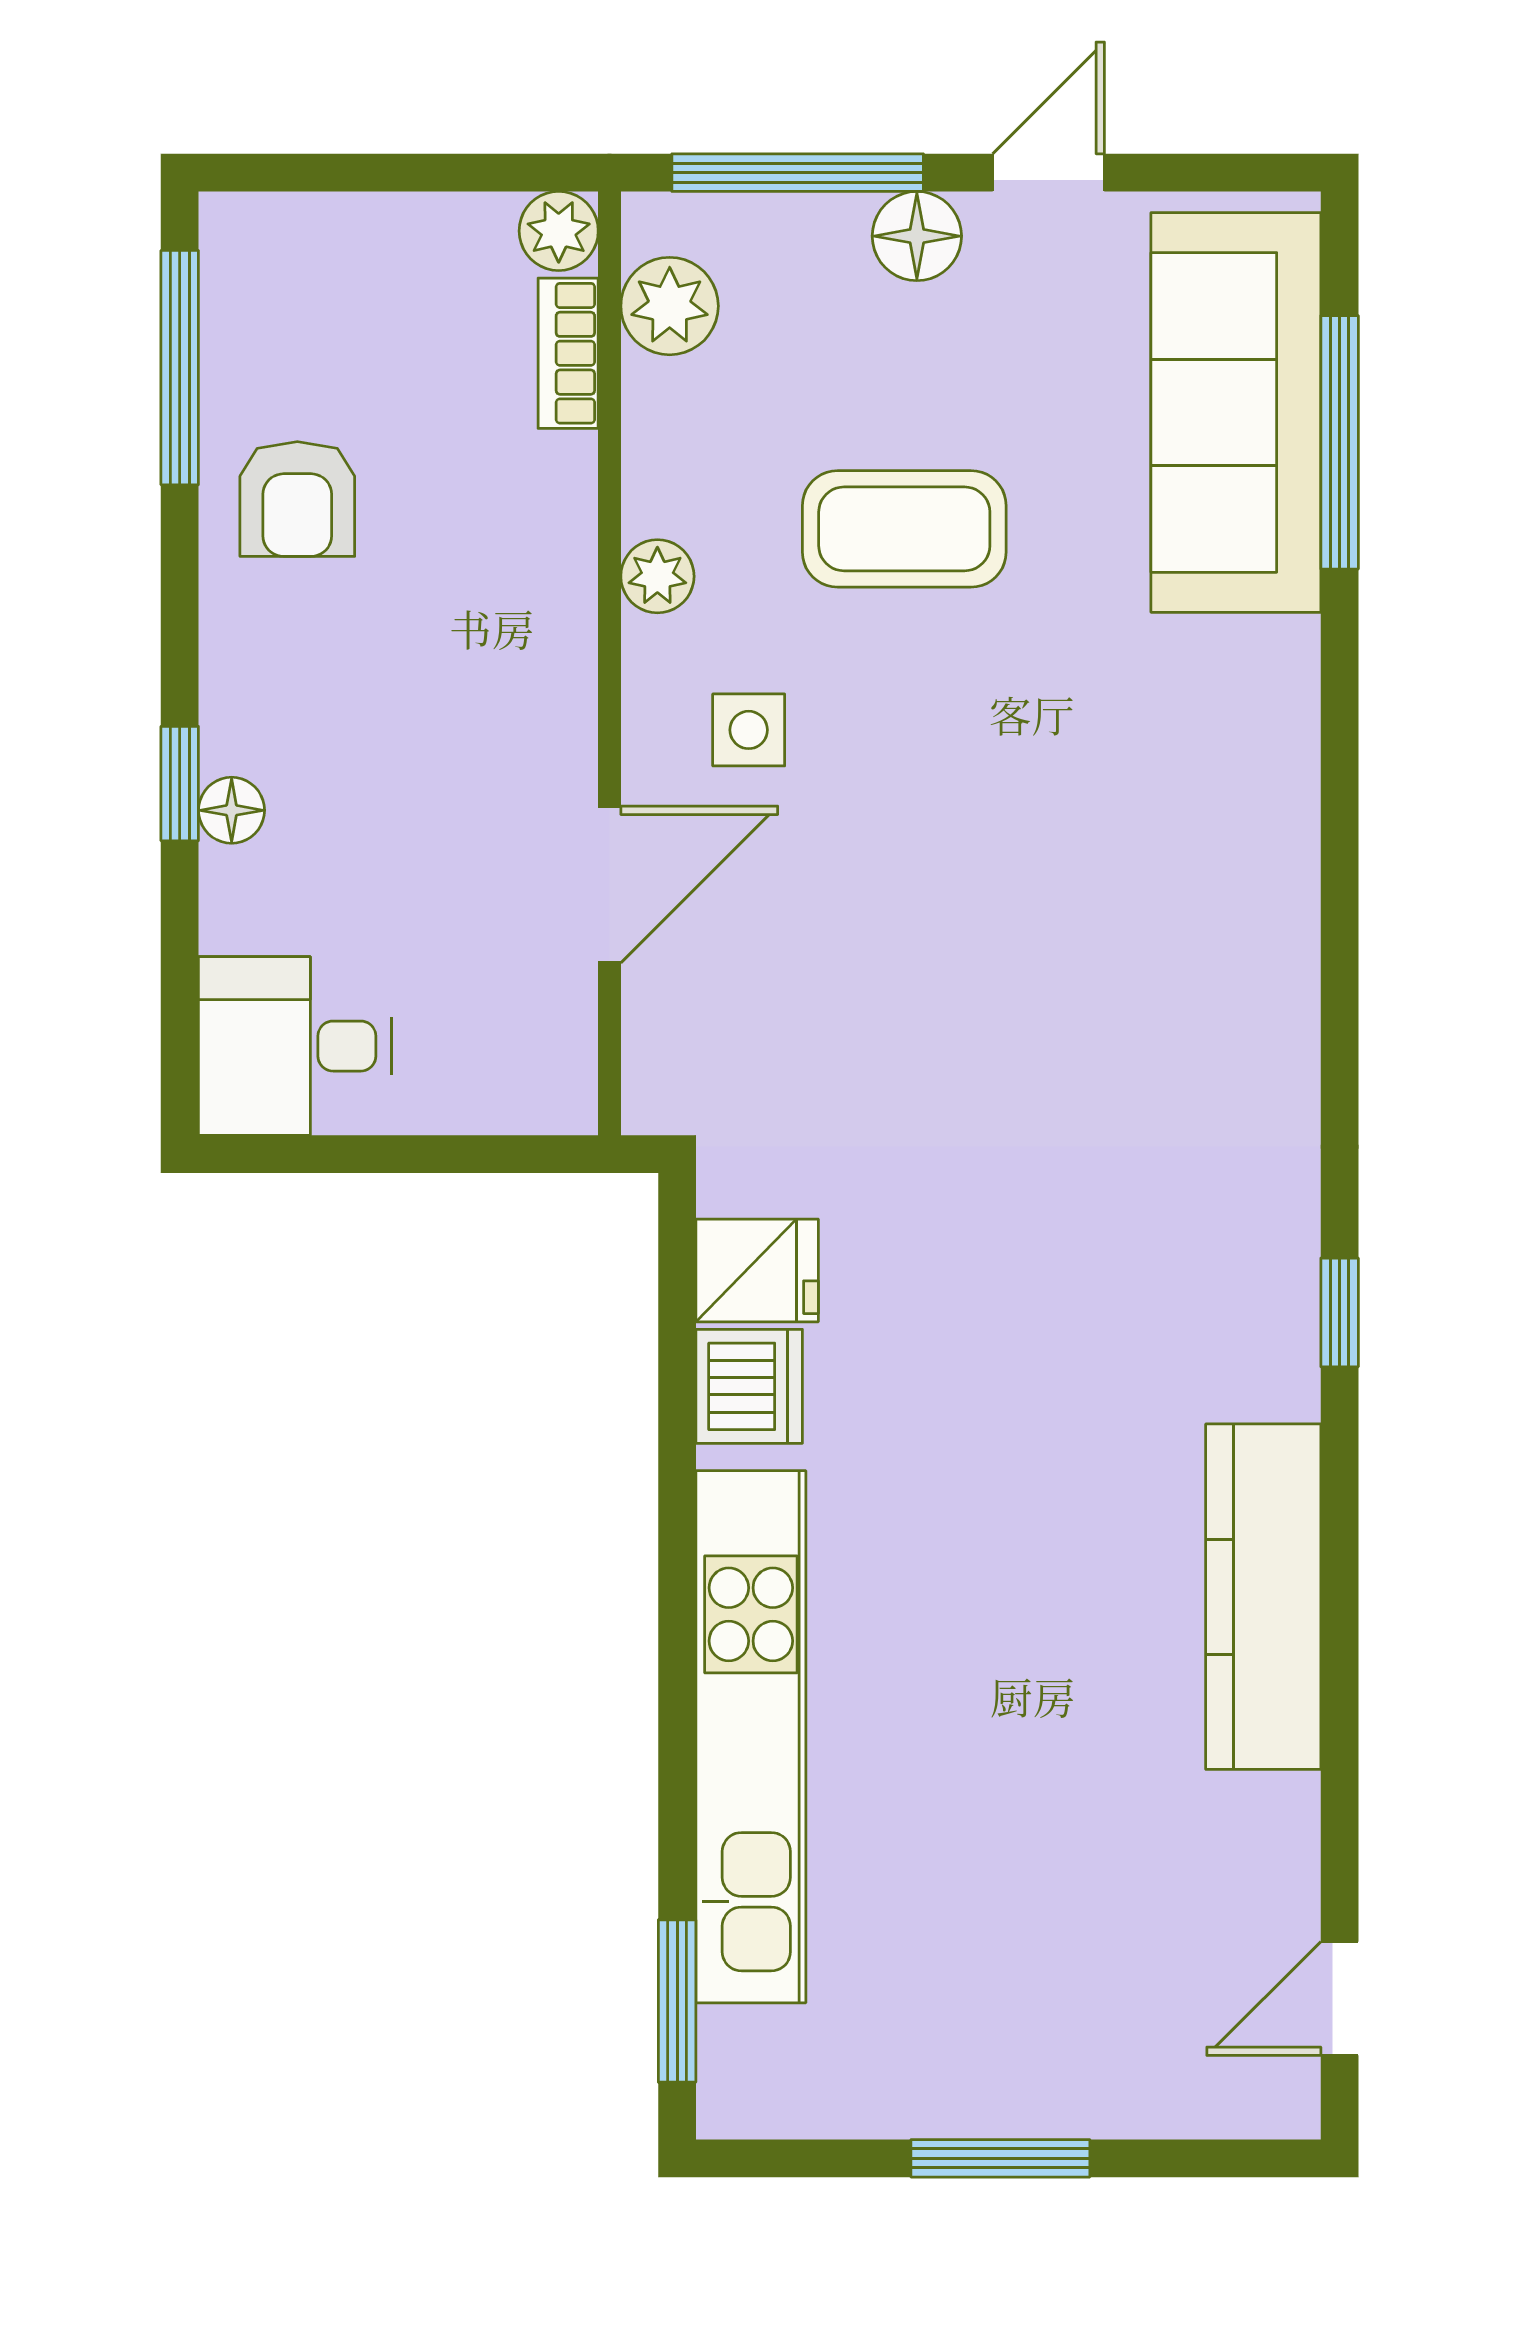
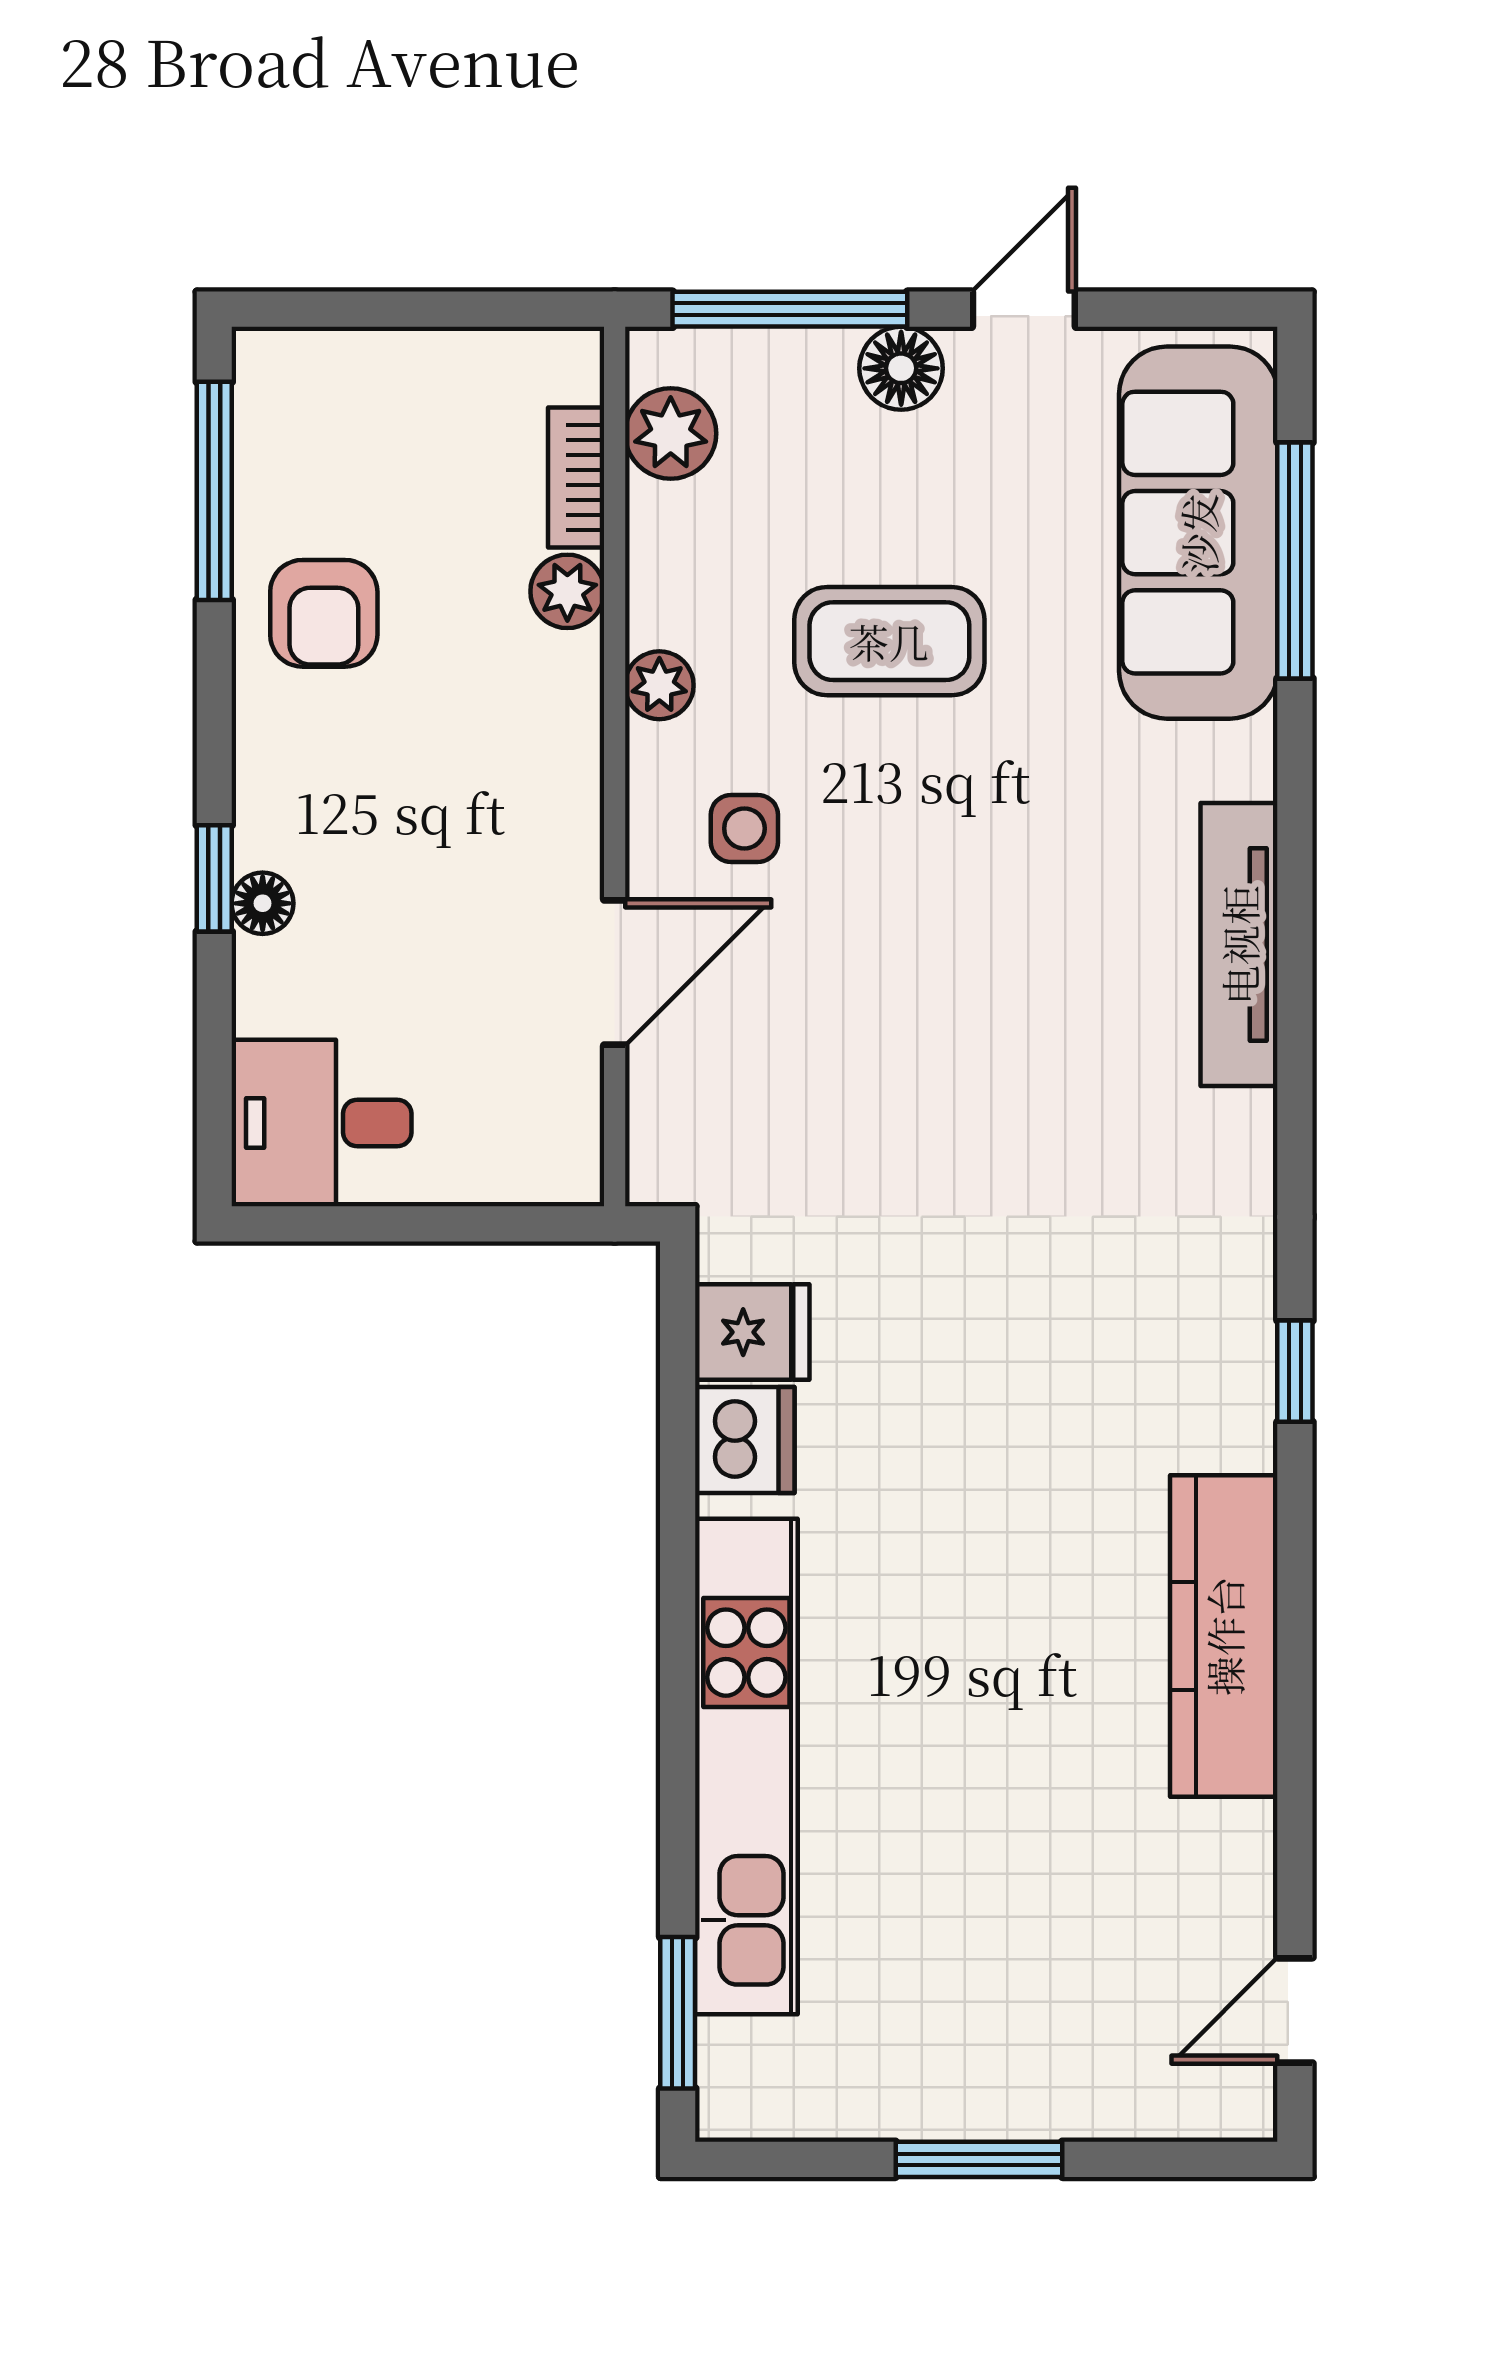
plant: (559, 231) -> (567, 591), moved
tv unit: (1280, 855) -> (1239, 945), added

